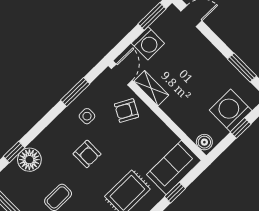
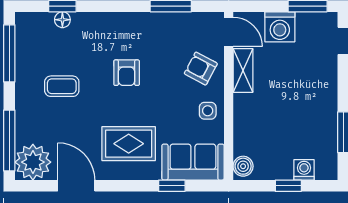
door: (122, 75) -> (229, 32), hinge flipped
washing machine: (231, 110) -> (304, 170), width x0.53, depth x0.53
side table: (87, 116) -> (208, 111), moved
floor lamp: (29, 160) -> (62, 20), width x0.53, depth x0.53

